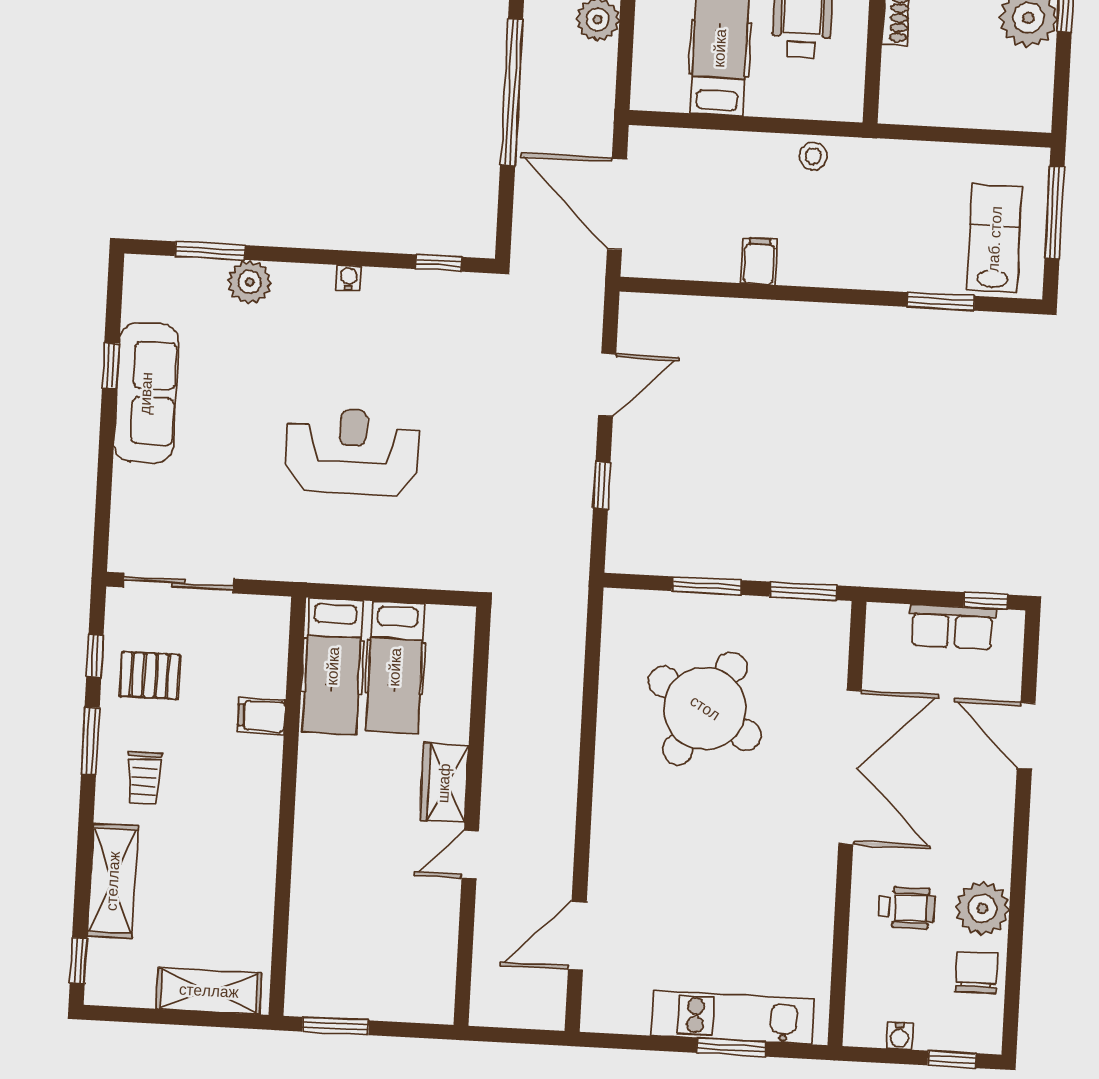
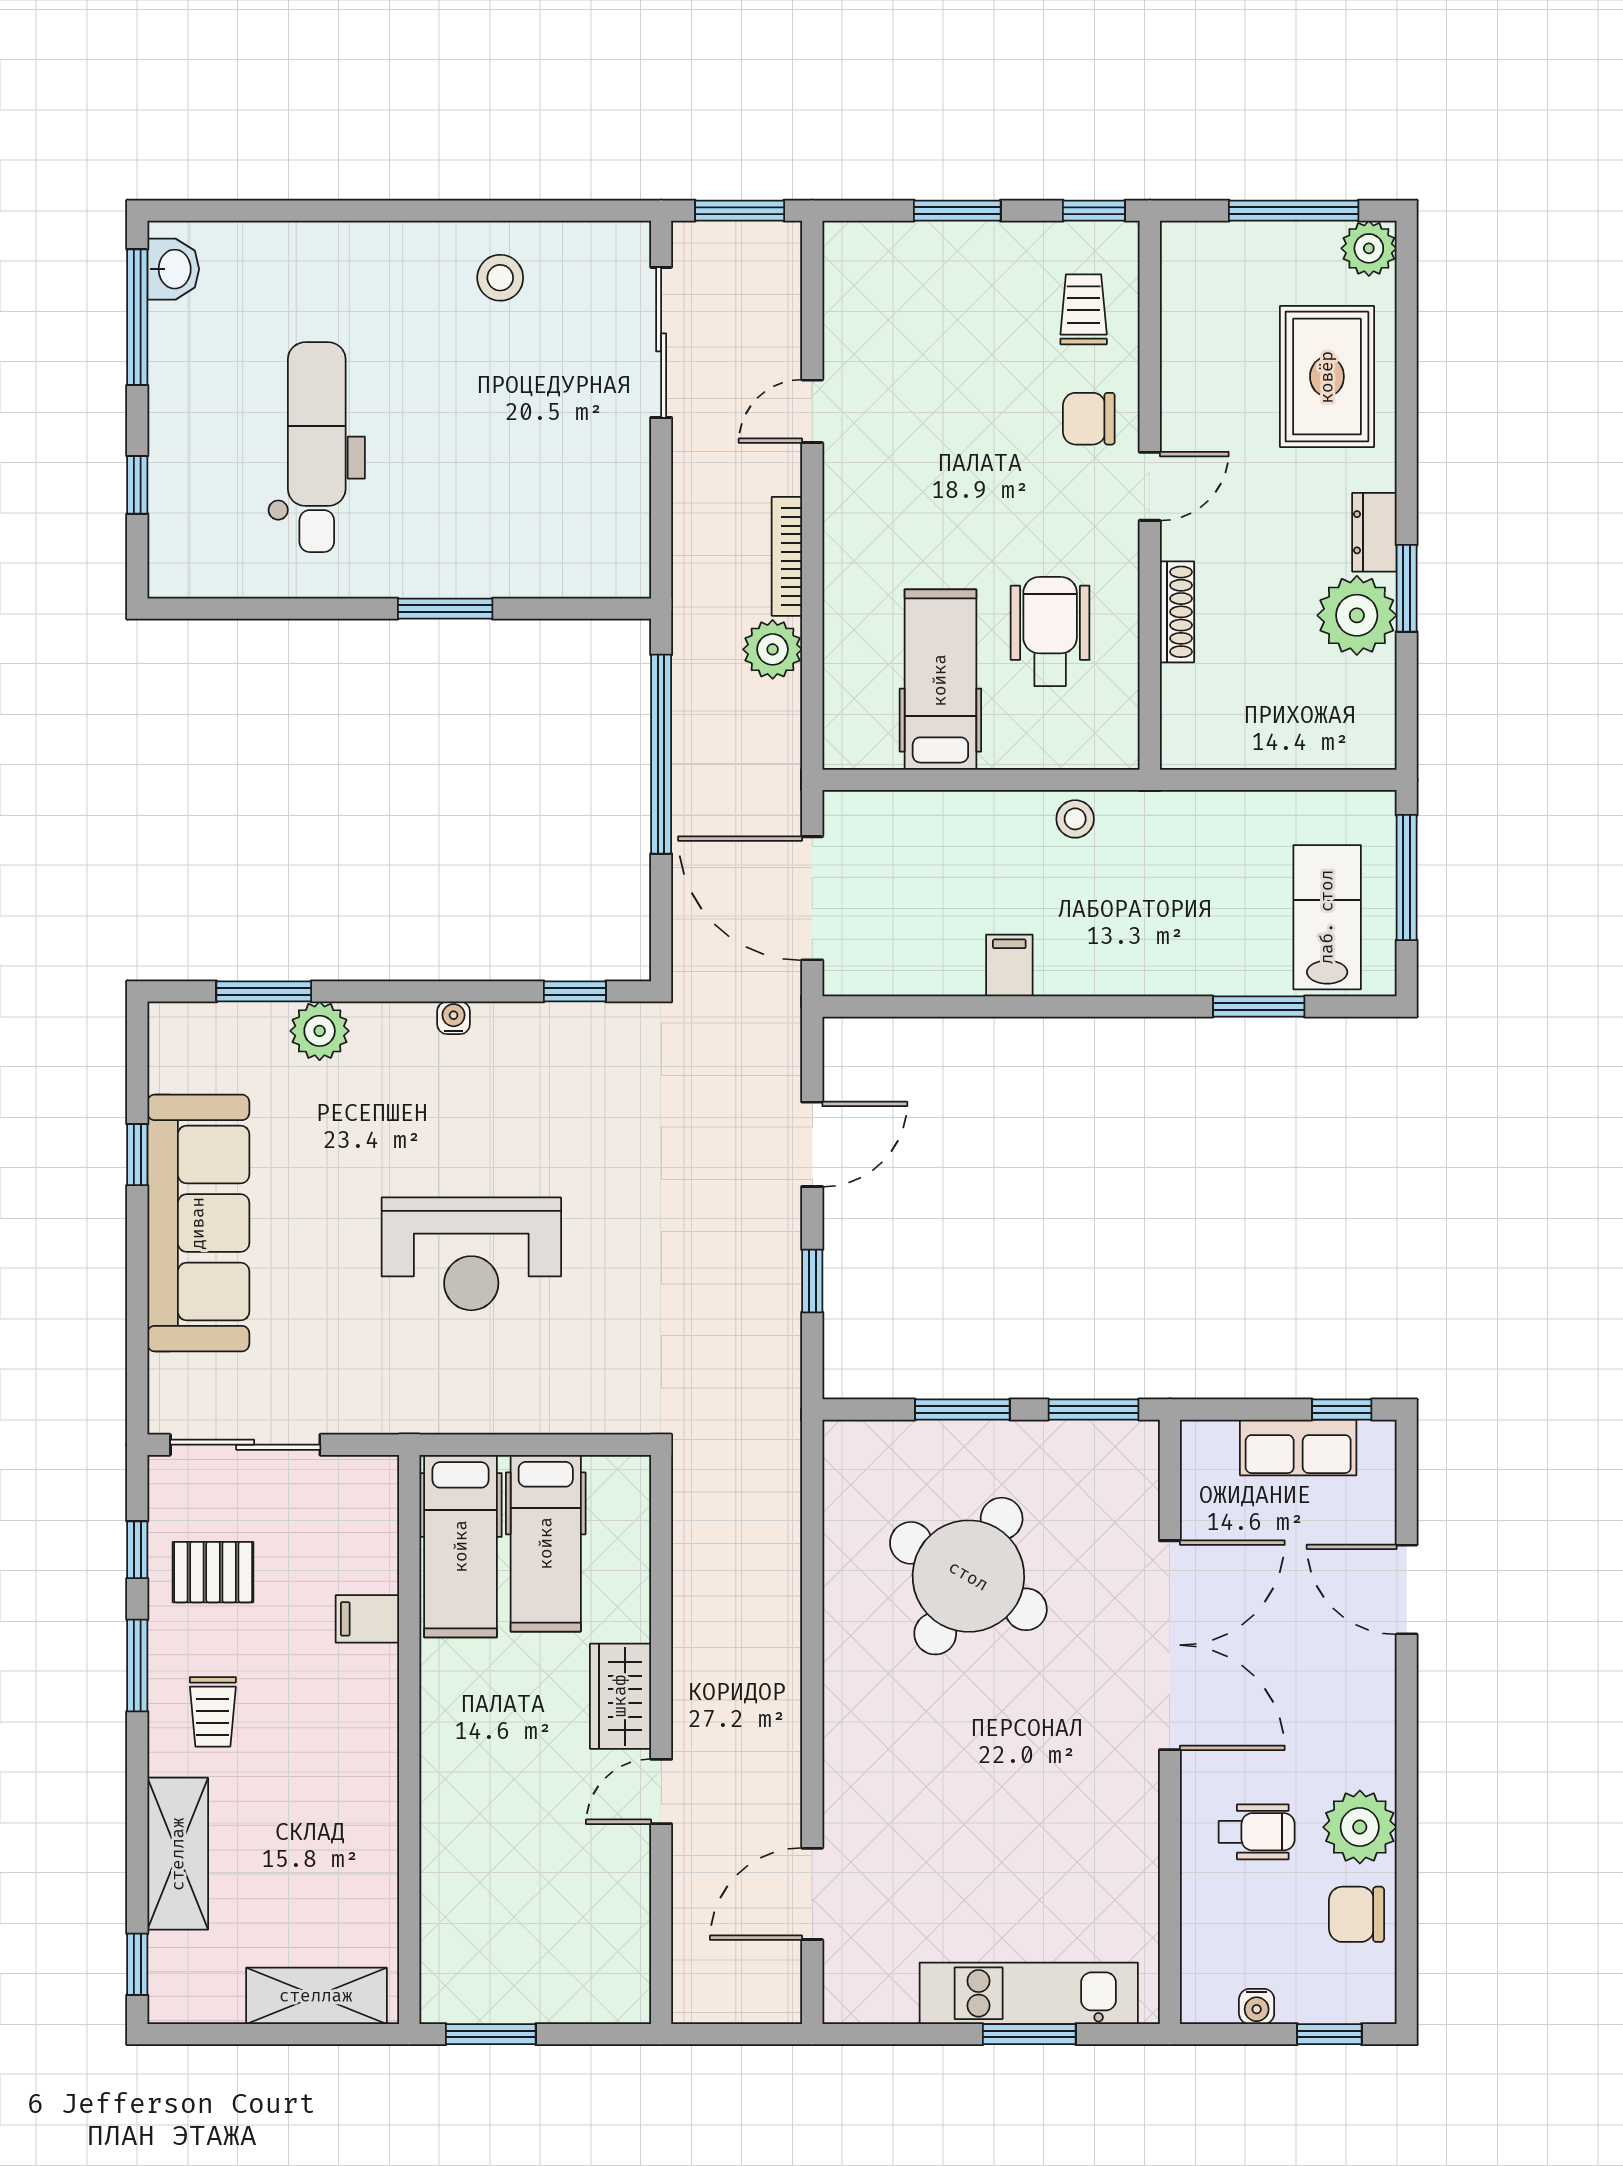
sofa: (146, 393) -> (198, 1223), width x1.36, depth x1.27
reception desk: (352, 452) -> (471, 1254), turned 180
chair: (976, 972) -> (1356, 1914), turned -90

